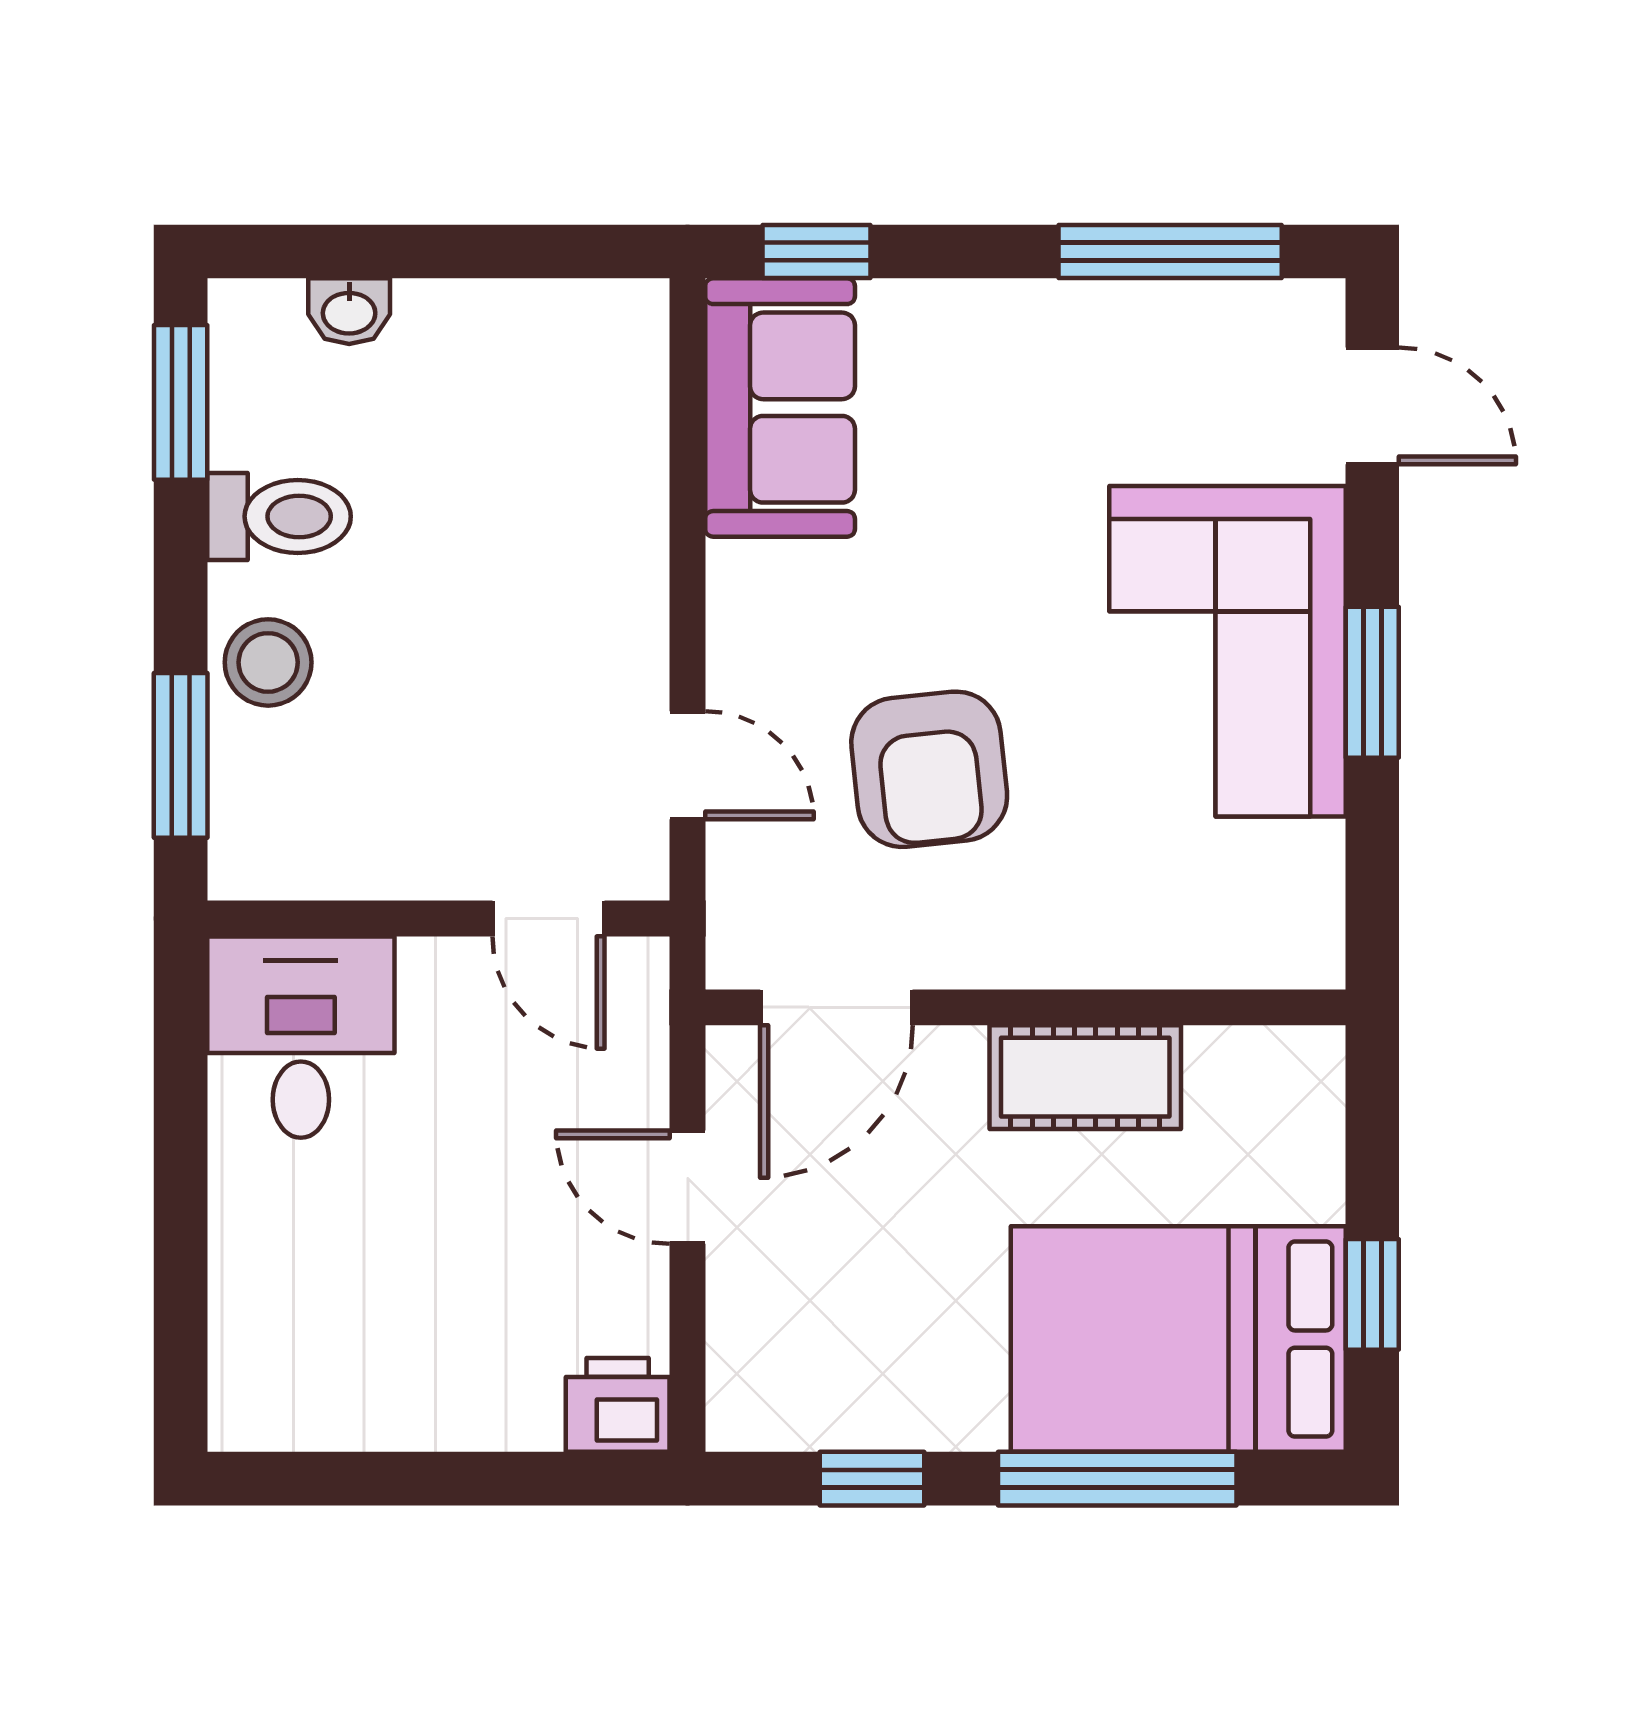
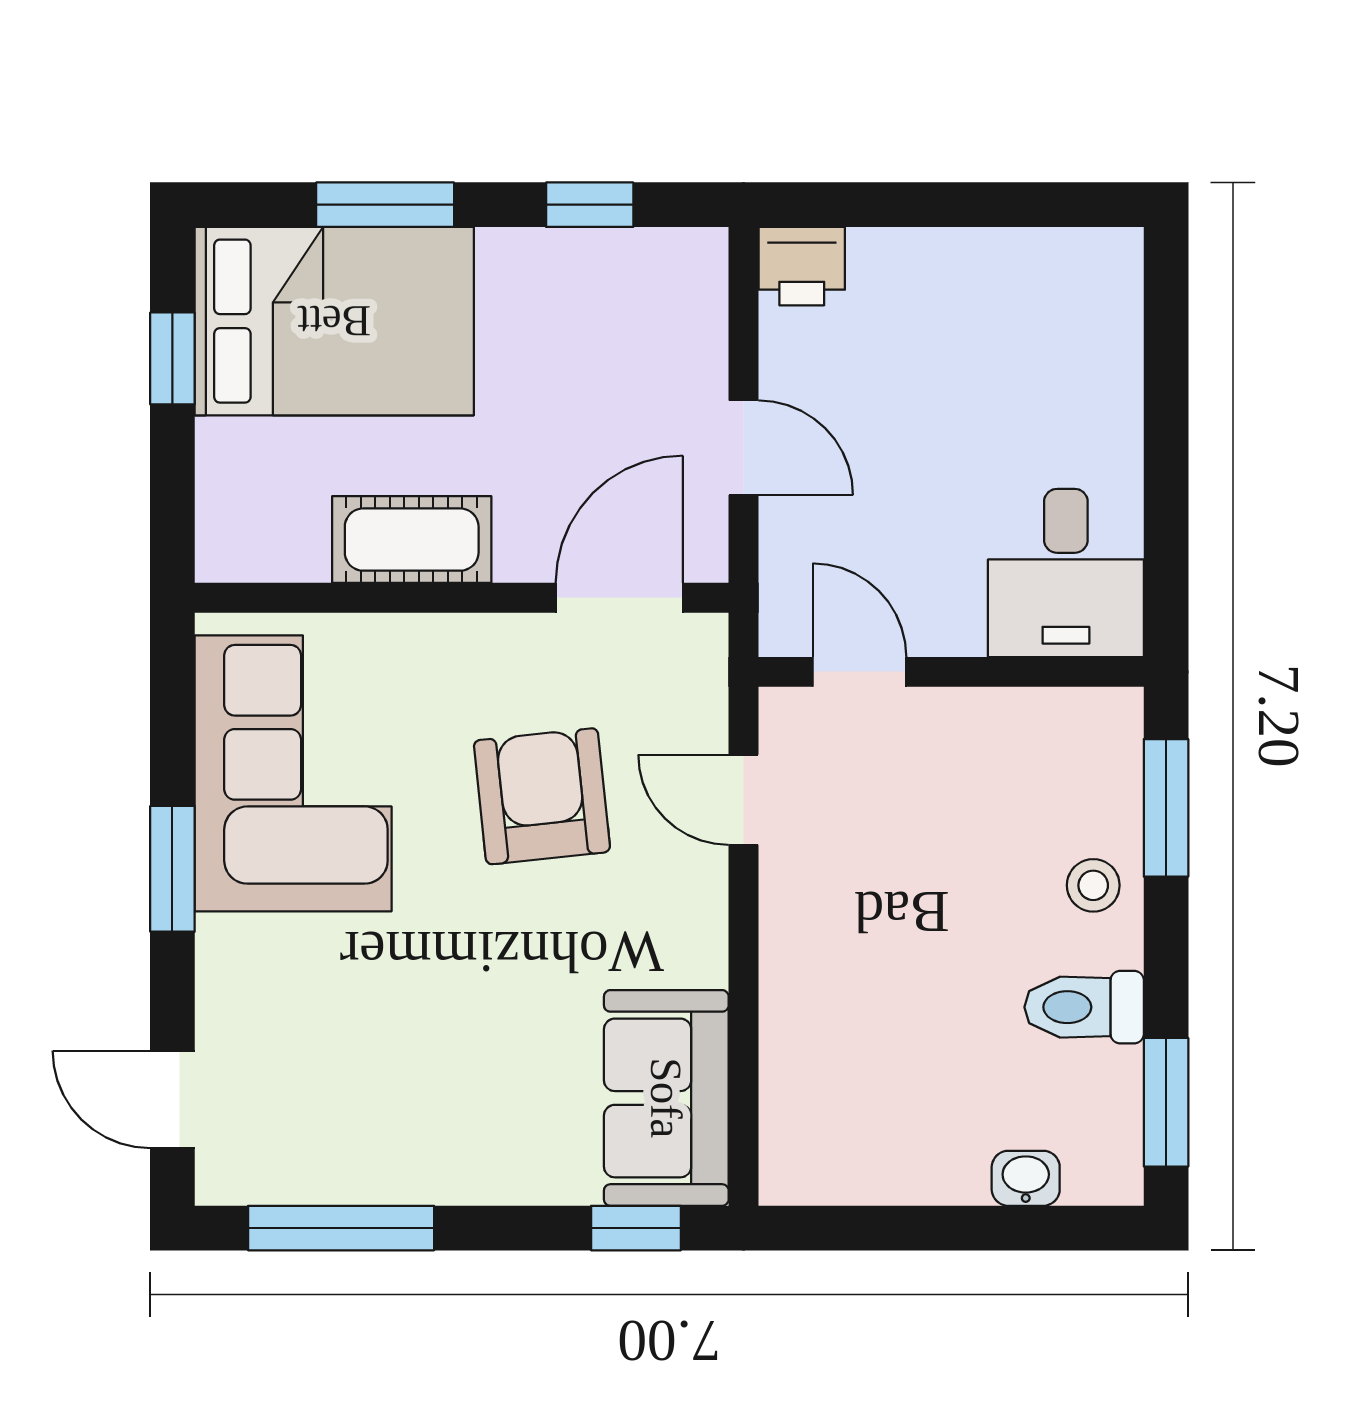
corner sofa: (1227, 651) -> (293, 773), moved
stool: (268, 662) -> (1093, 885), width x0.73, depth x0.73
window: (1117, 1479) -> (385, 205), width x0.69

